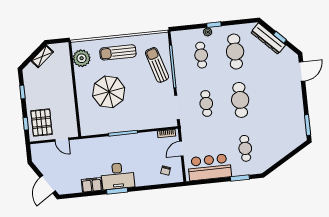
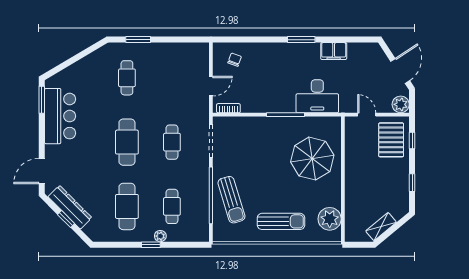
dresser: (268, 39) -> (70, 207), moved
parasol: (109, 92) -> (312, 159), moved
plant: (37, 150) -> (401, 104), added
bar counter: (210, 167) -> (60, 116), moved, turned -90
desk: (118, 176) -> (317, 96), moved, turned 180
door: (48, 184) -> (400, 71), moved

